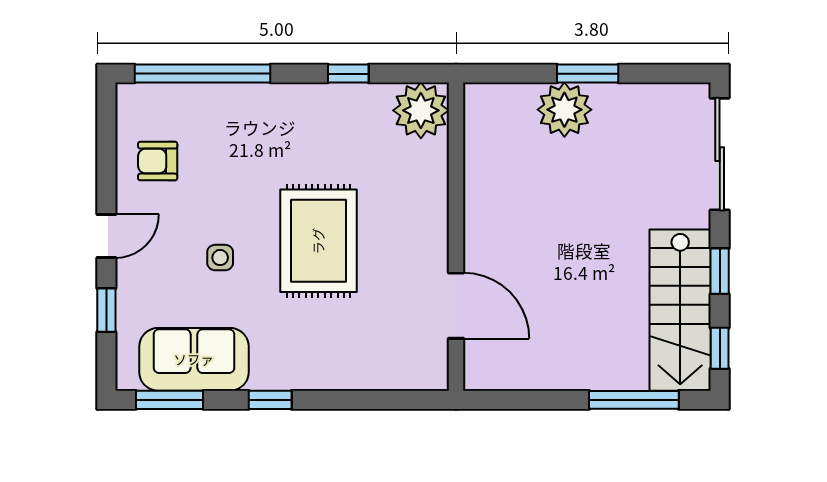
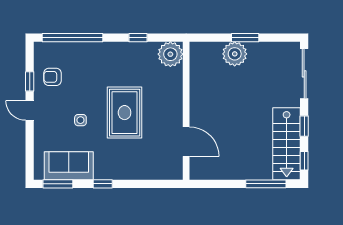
door: (106, 236) -> (30, 110), swing flipped
window: (106, 310) -> (30, 81), moved

